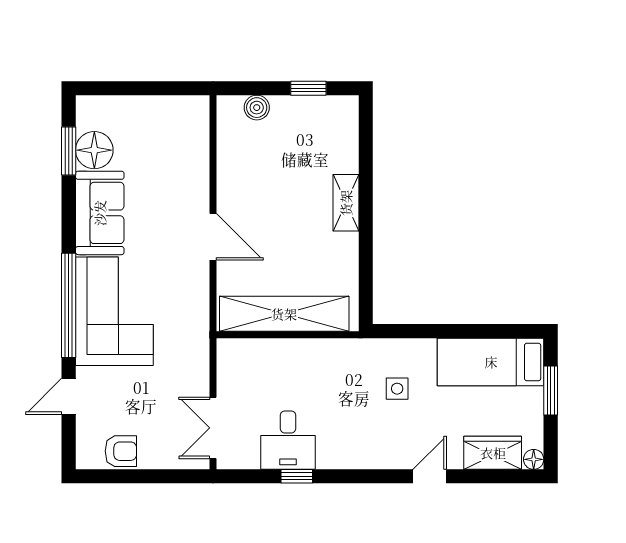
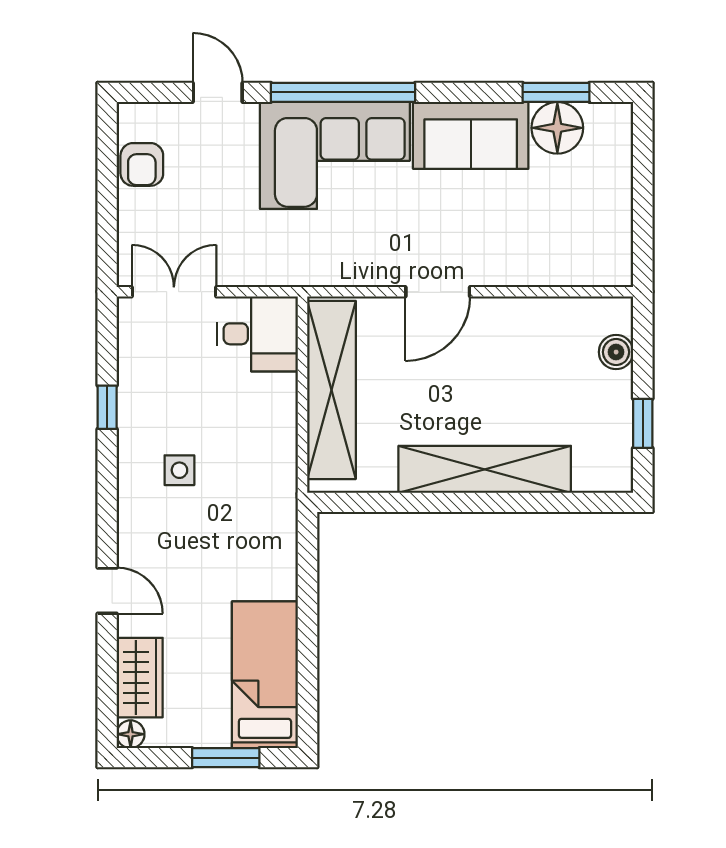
shelving: (346, 203) -> (485, 469), width x2.20, depth x1.33
side table: (397, 389) -> (179, 470), moved
desk: (288, 440) -> (258, 334), moved, turned 180

